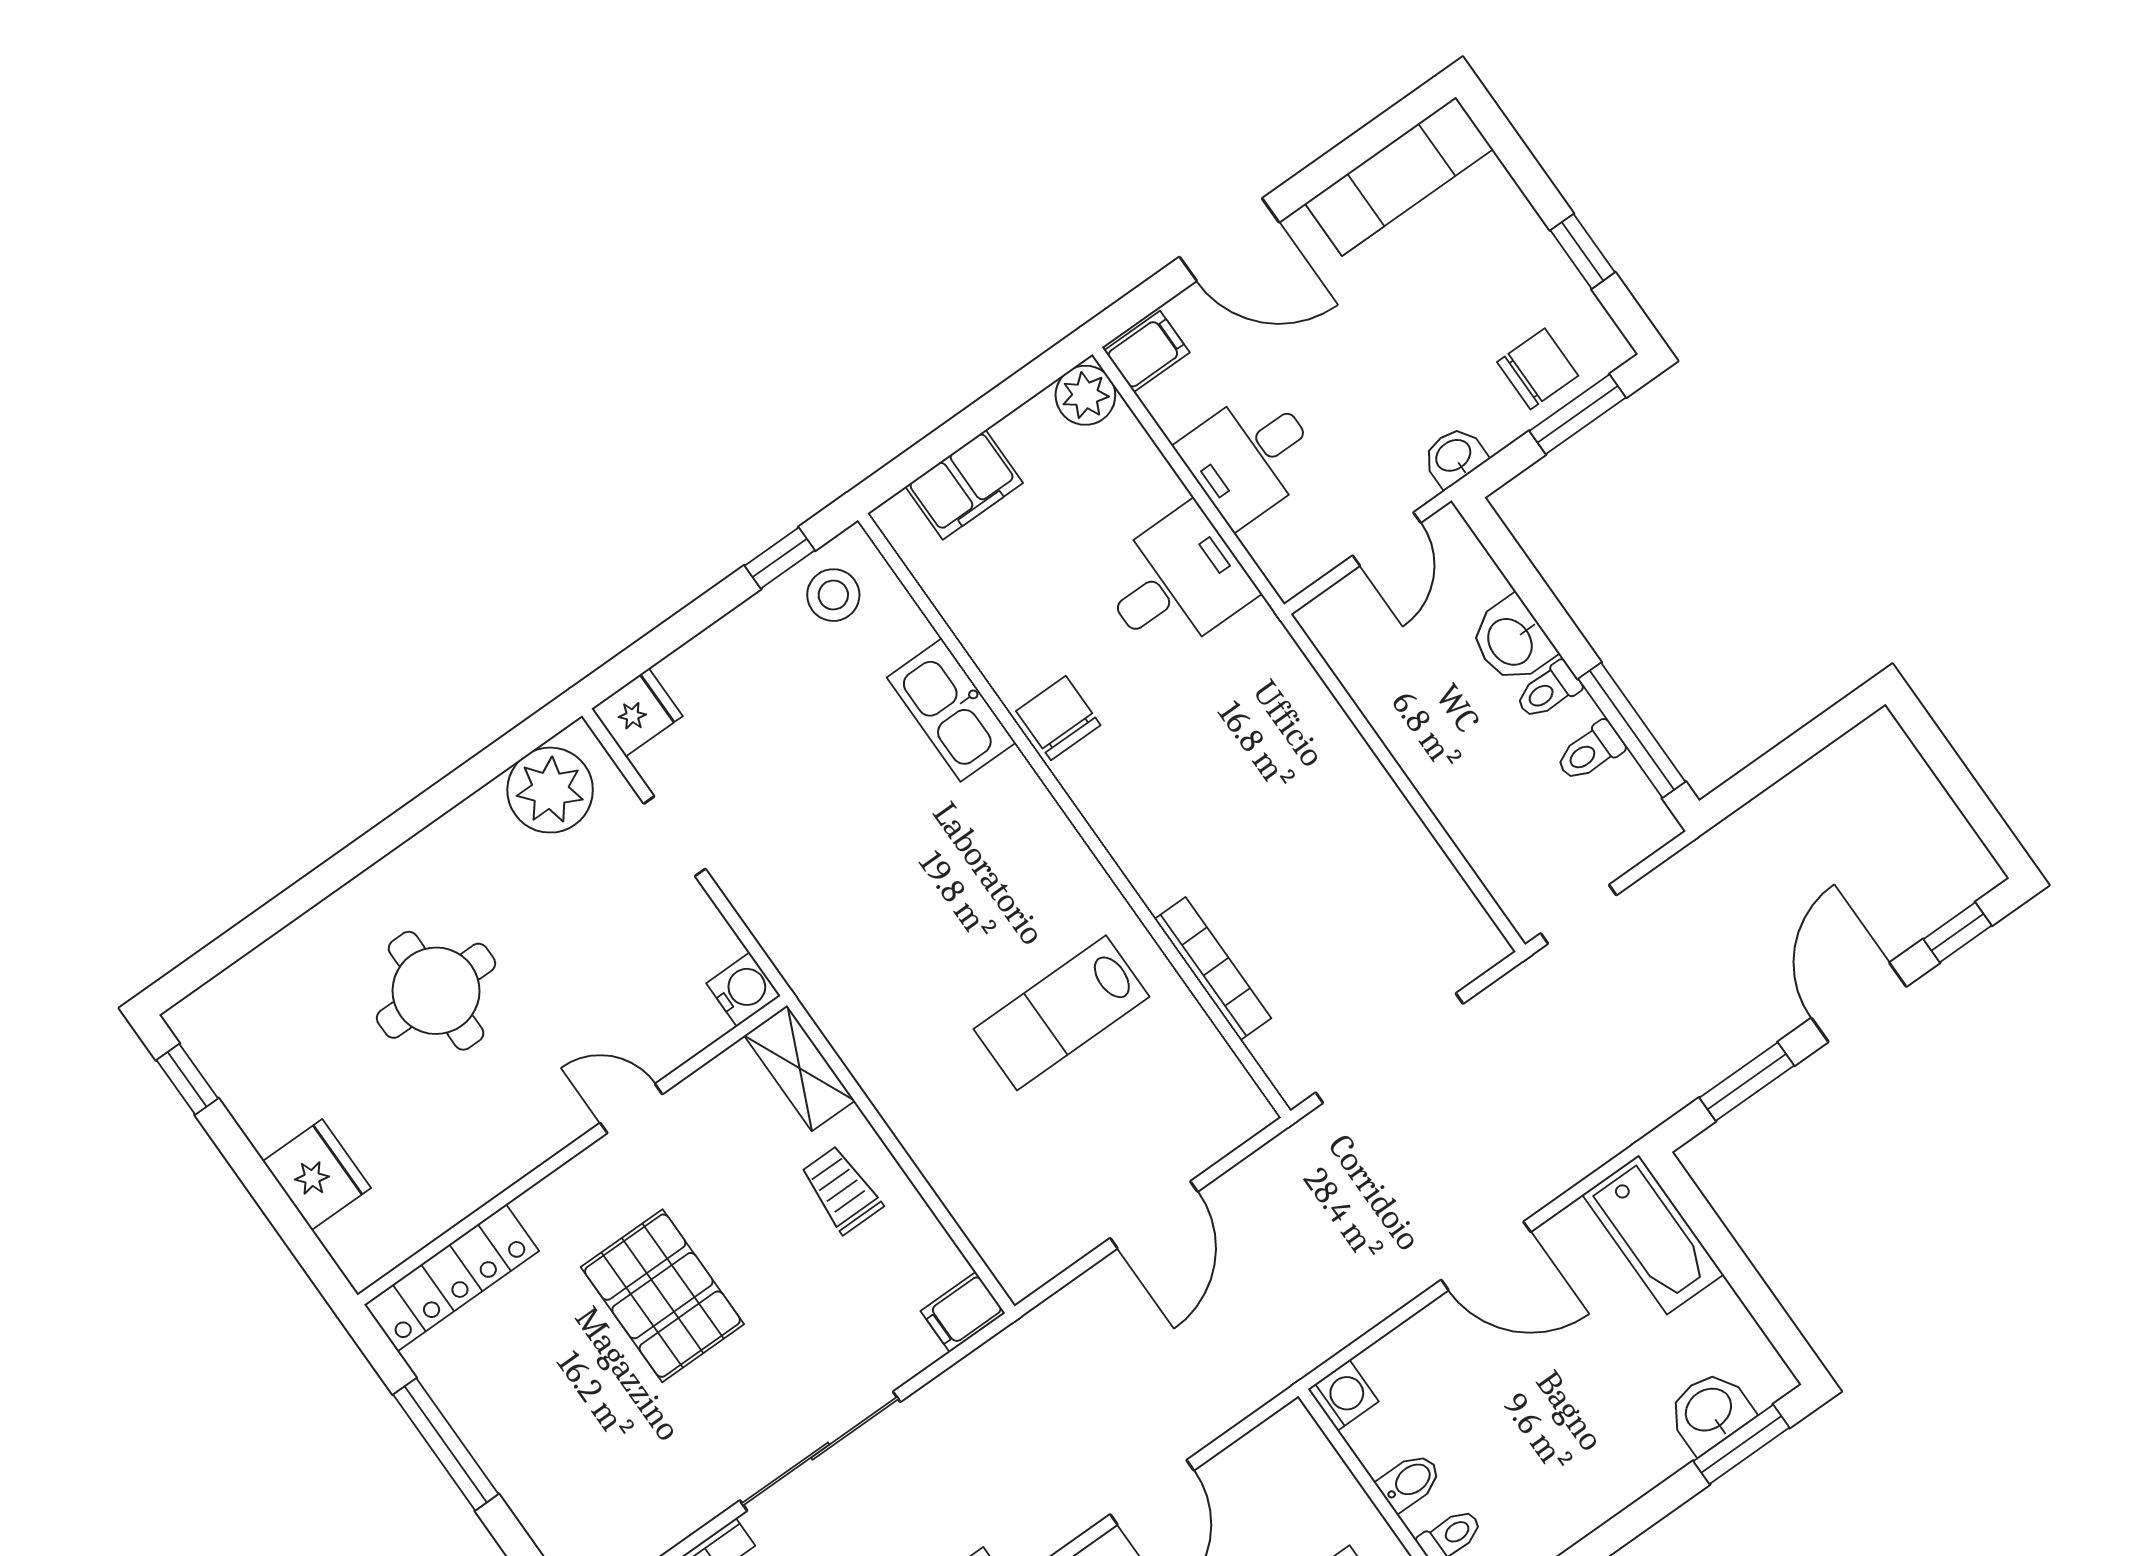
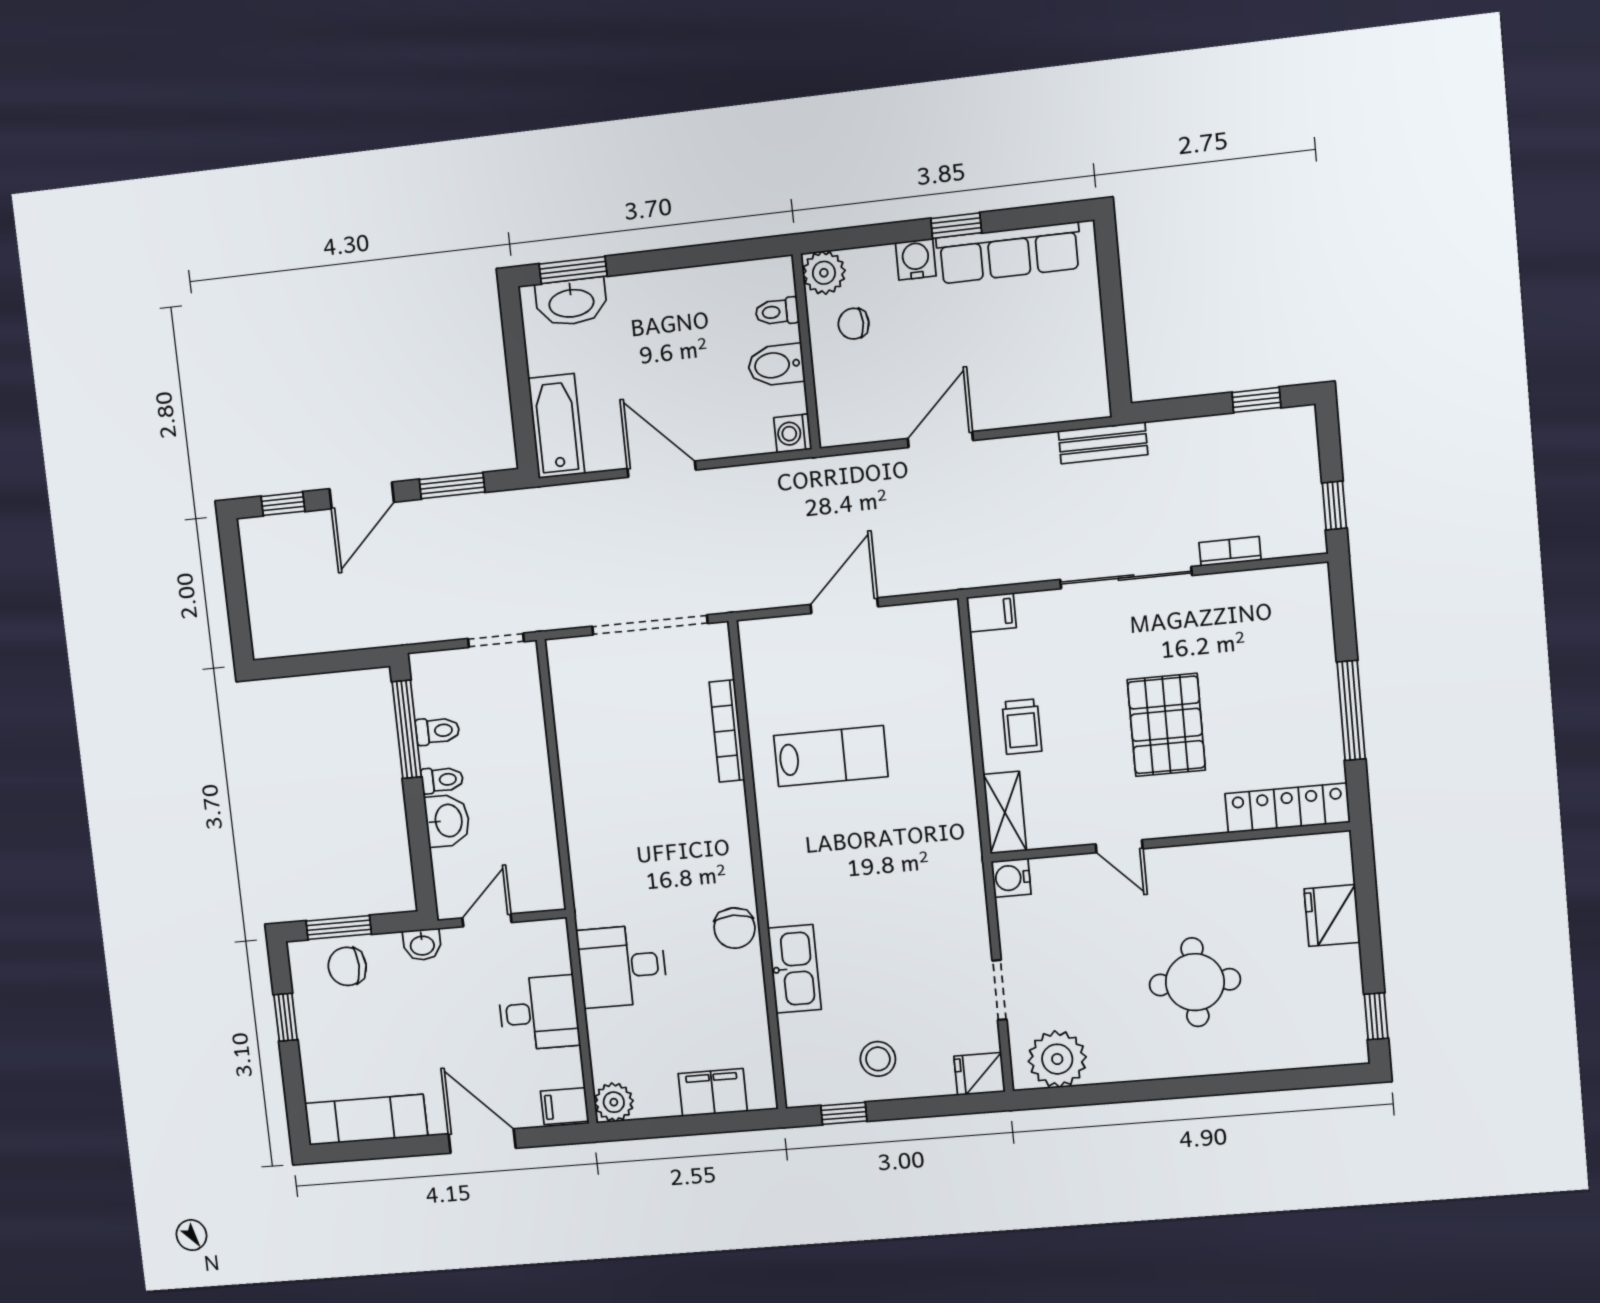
stool: (833, 595) -> (878, 1059), moved
washbasin: (1710, 1411) -> (571, 302), width x1.38
bidet: (1409, 1482) -> (776, 365), width x1.38, depth x1.36

